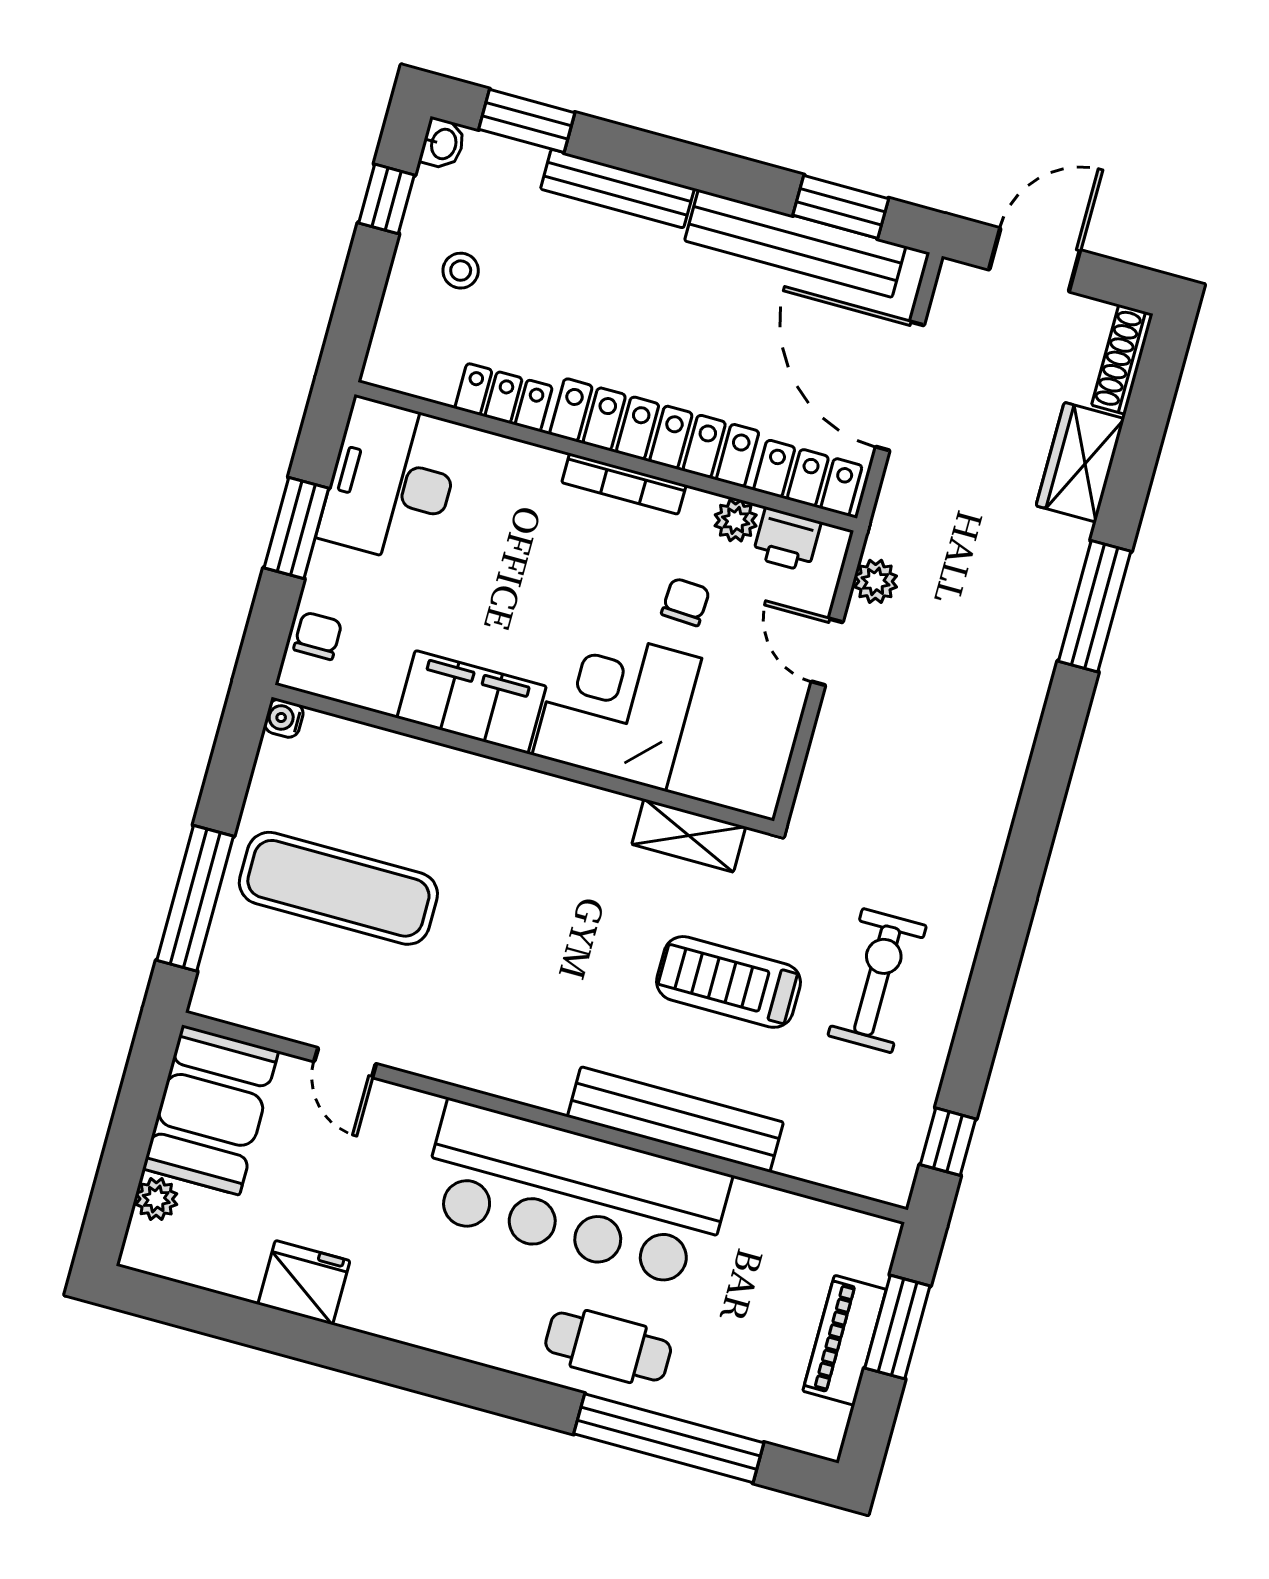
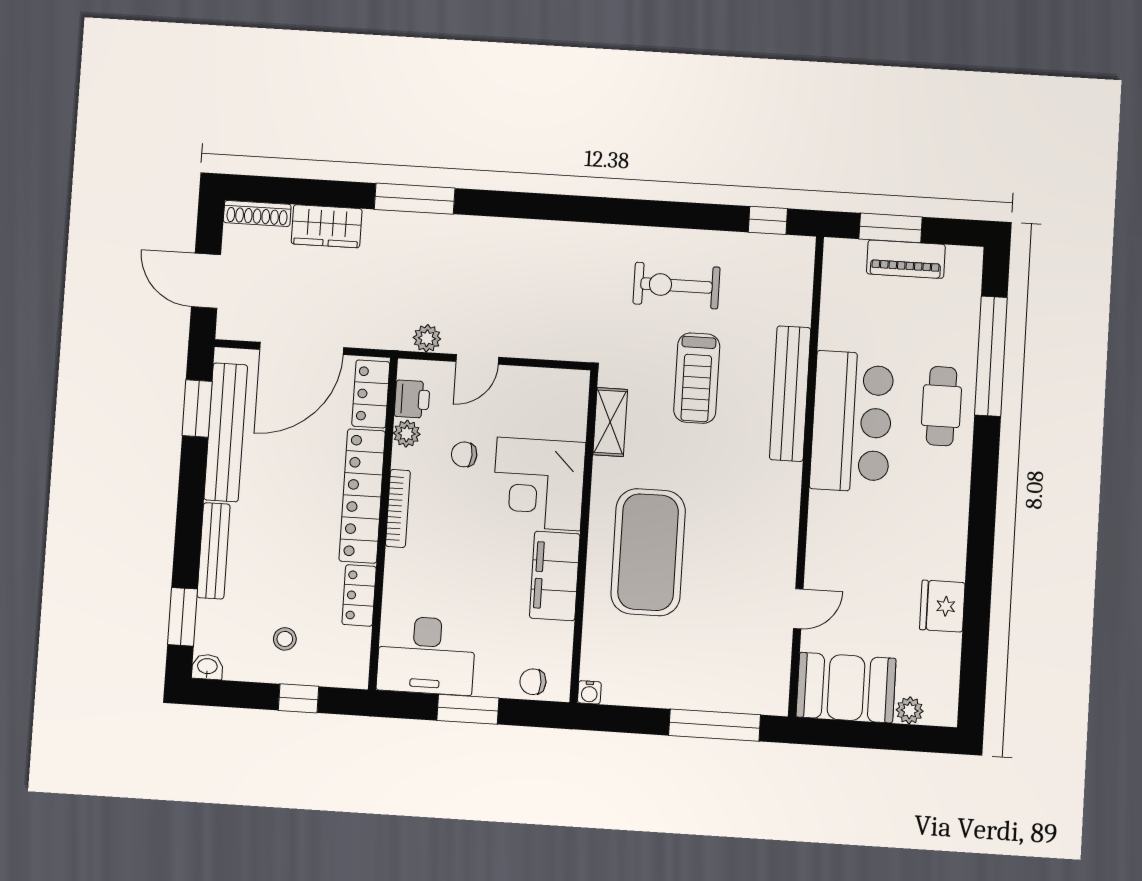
window: (386, 199) -> (298, 698), moved
exercise mat: (338, 888) -> (648, 552), moved, width x1.47
bar counter: (575, 1194) -> (852, 422), width x0.73

